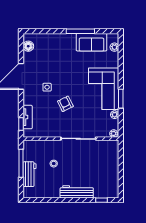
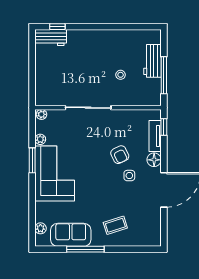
floor lamp: (28, 46) -> (154, 160), moved
coffee table: (58, 49) -> (115, 225), added
armchair: (65, 104) -> (120, 155), moved
workbench: (77, 192) -> (51, 38), moved, width x0.73

